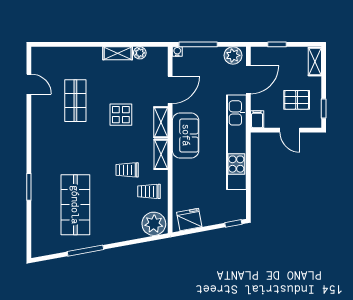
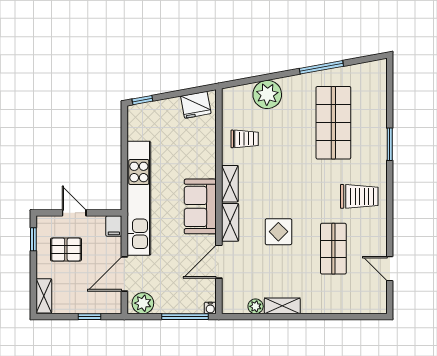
trolley: (127, 170) -> (359, 196), moved, width x1.36, depth x1.39
plant: (154, 224) -> (267, 94), moved

